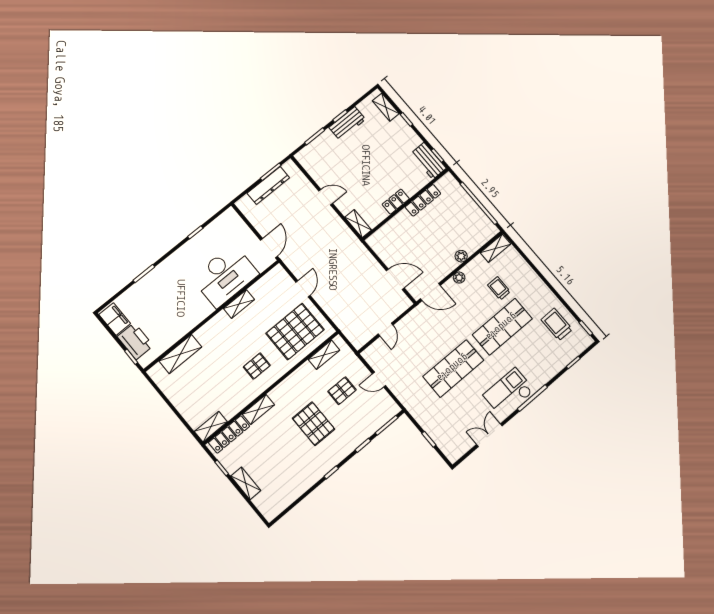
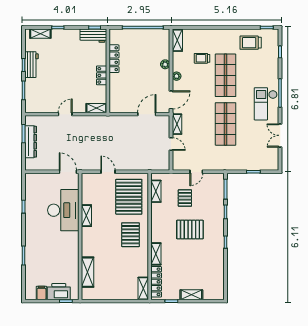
filing cabinet: (115, 319) -> (41, 293), width x0.50
shelving: (411, 319) -> (177, 124), added
pallet: (257, 366) -> (130, 235), width x1.50, depth x1.42

